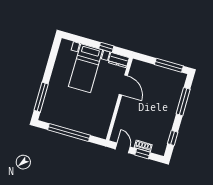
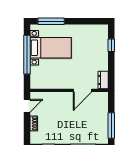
window: (106, 47) -> (111, 45), moved
bed with nightstands: (86, 68) -> (51, 48), moved, turned 180
window: (142, 154) -> (27, 125), removed

